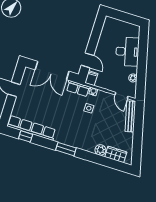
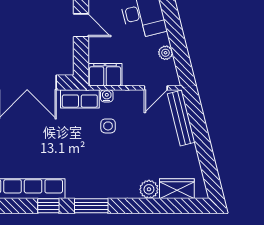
door: (88, 60) -> (81, 25), moved
filing cabinet: (91, 78) -> (105, 75), width x2.00
door: (122, 96) -> (156, 88), hinge flipped
window: (26, 136) -> (48, 206), moved

